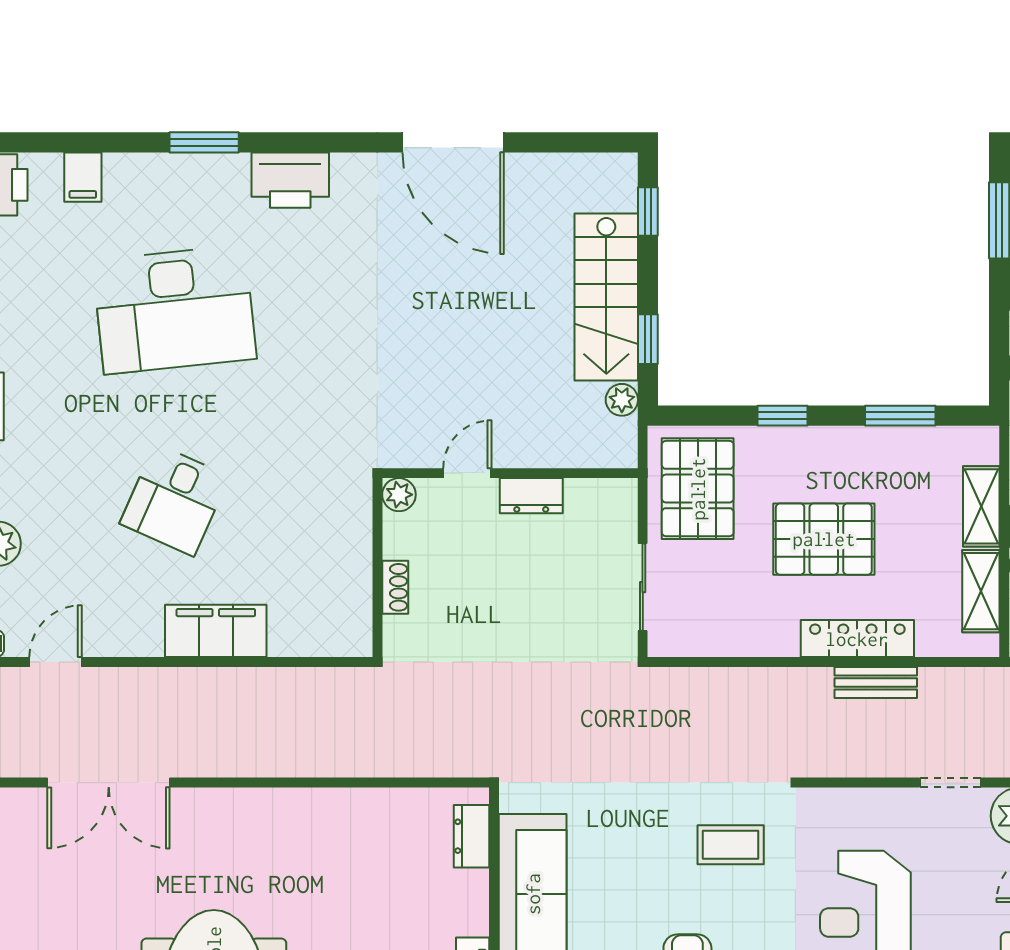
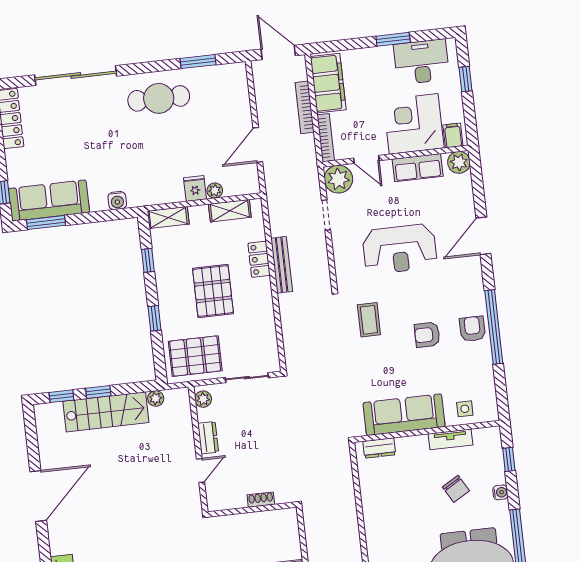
window: (648, 339) -> (98, 392), moved
window: (900, 416) -> (148, 260), width x0.67
door: (467, 473) -> (201, 470), swing flipped
plant: (399, 495) -> (203, 399), moved
shelving: (981, 506) -> (168, 217), moved
locker: (857, 639) -> (259, 259), width x0.66
bench: (876, 683) -> (282, 265), width x1.36

